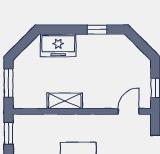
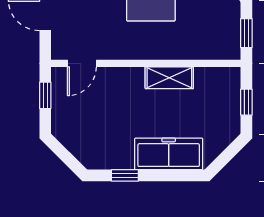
freezer: (58, 45) -> (169, 154), width x1.40
window: (9, 83) -> (246, 102), width x0.67

